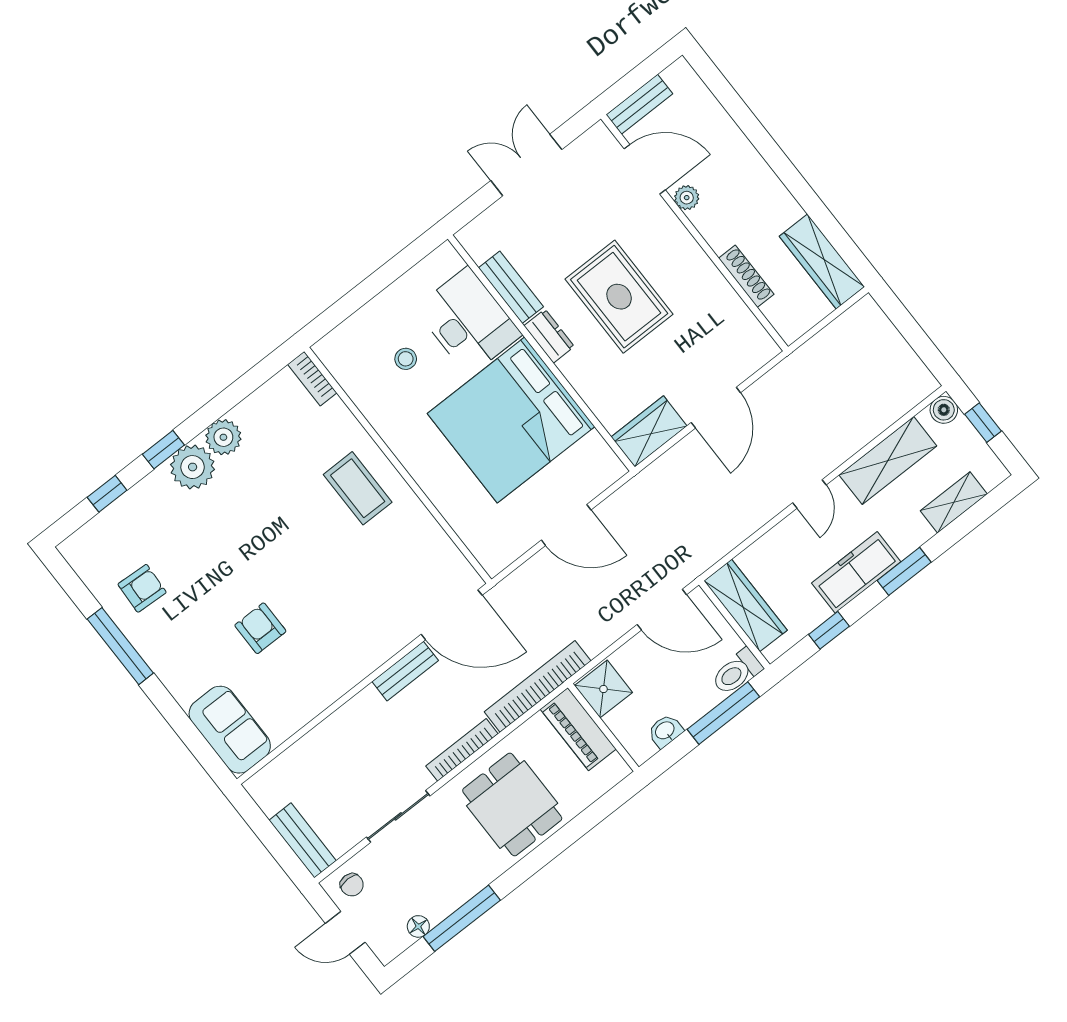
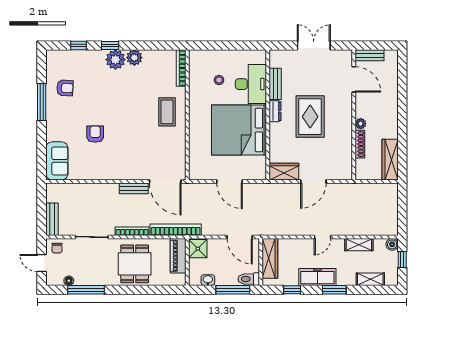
plant: (687, 198) -> (361, 124), moved
bookcase: (312, 379) -> (181, 68), width x1.56
shelving: (888, 460) -> (359, 245), width x0.67, depth x0.75

